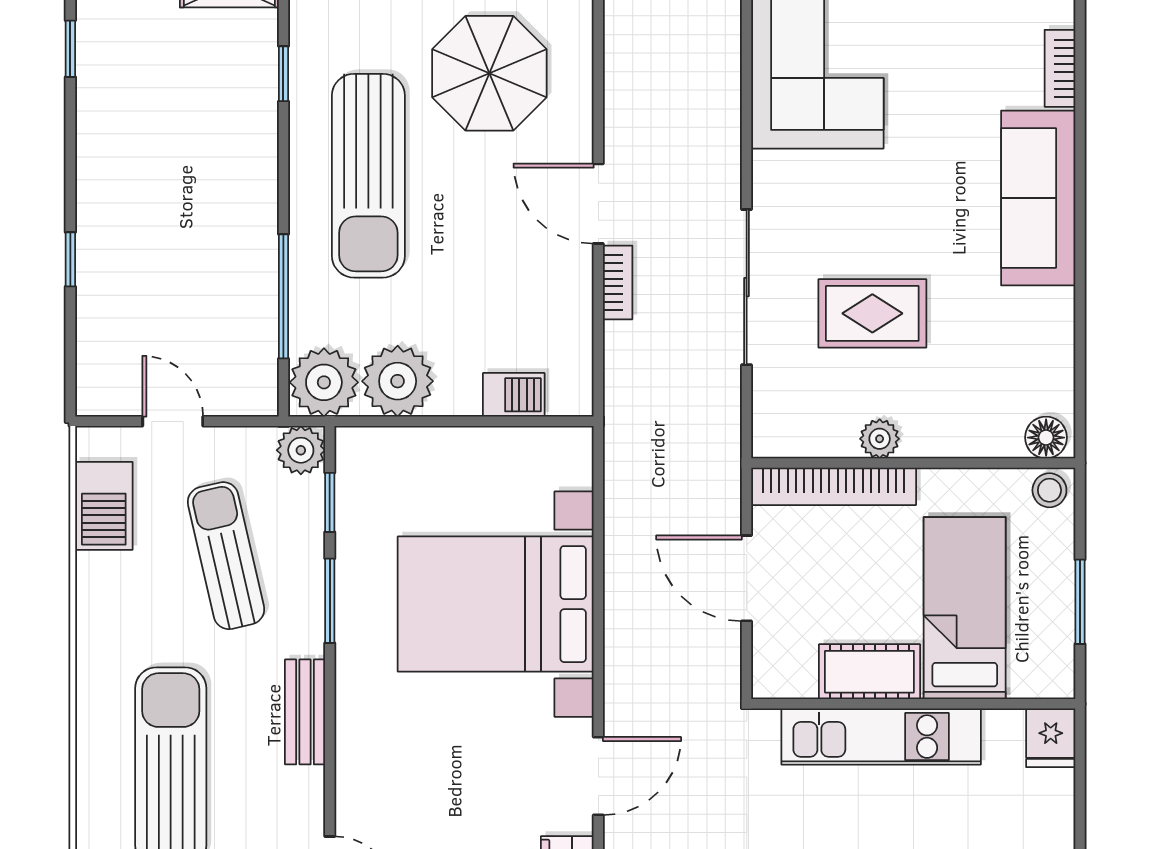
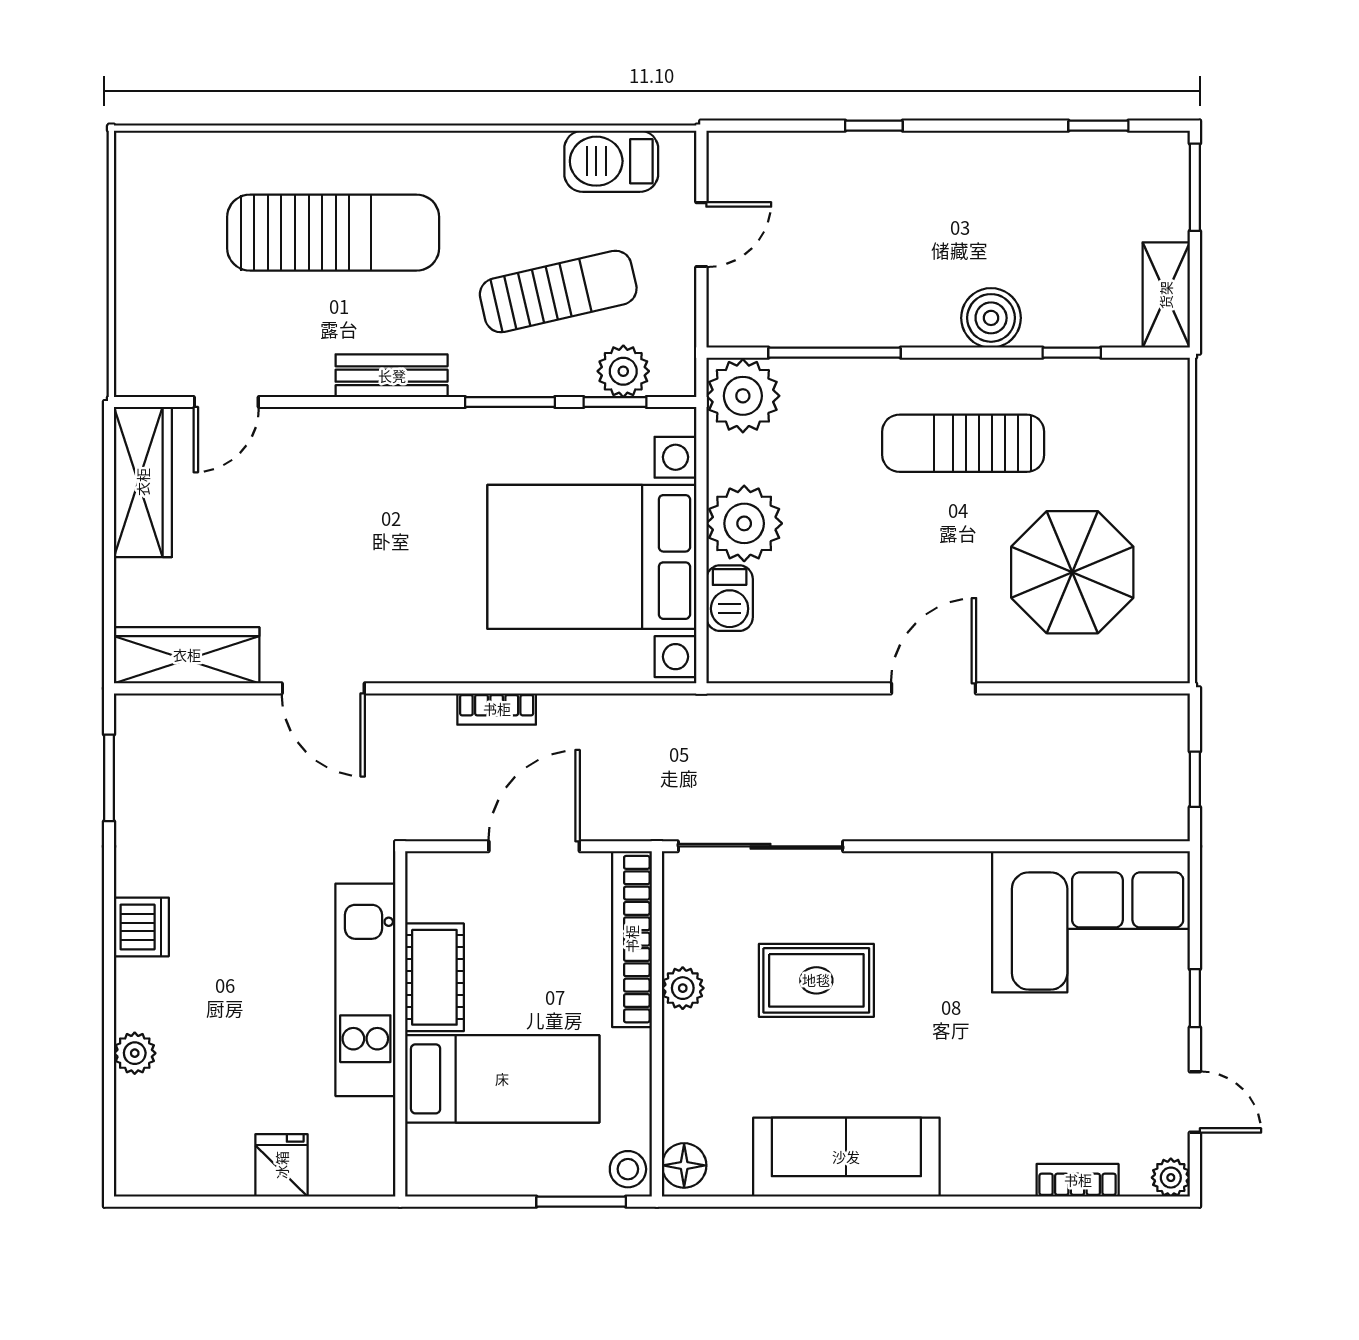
boiler: (251, 150) -> (991, 318), added
sun lounger: (368, 176) -> (963, 443), width x0.73, depth x0.75
sofa: (1038, 198) -> (846, 1157), moved
bookcase: (618, 282) -> (497, 709), moved
sliding door: (747, 287) -> (761, 846), moved
rug: (872, 313) -> (816, 980), turned 90
plant: (398, 381) -> (744, 523), moved
plant: (301, 450) -> (623, 371), moved
window: (1080, 602) -> (581, 1202), moved
bed with nightstands: (496, 604) -> (592, 557), moved, turned -90
fridge: (1051, 738) -> (282, 1165), moved, turned 90

